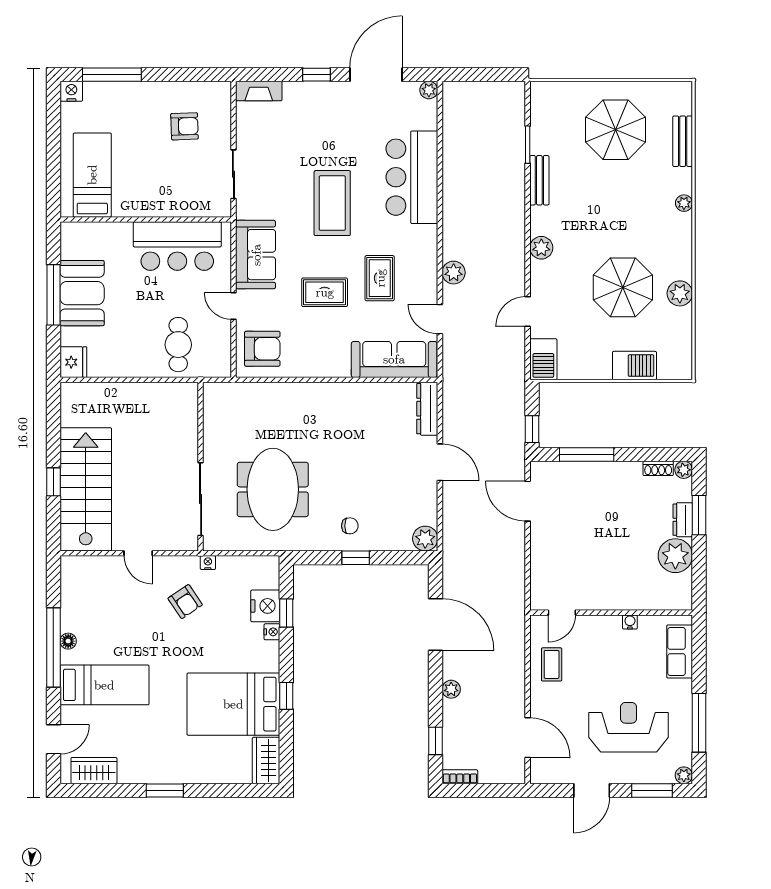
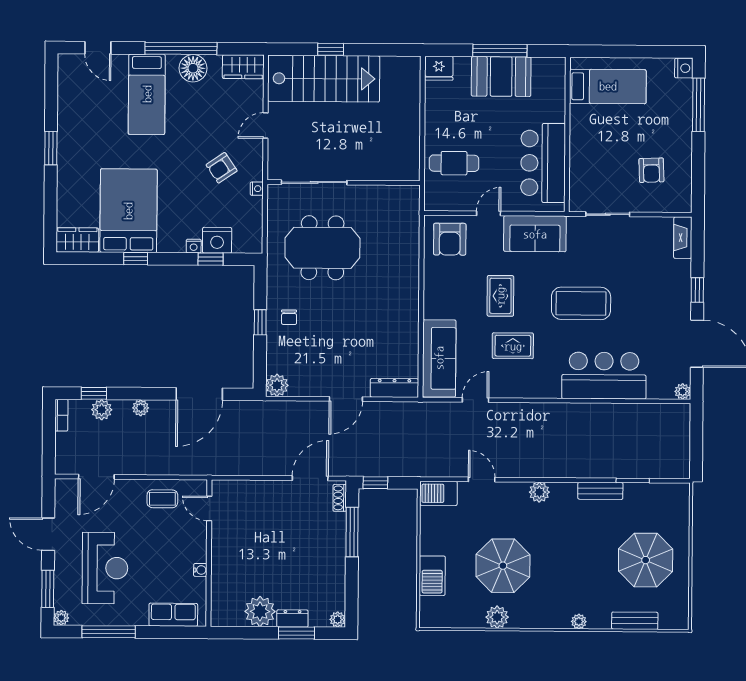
plant: (454, 273) -> (102, 410), moved
shoe rack: (658, 468) -> (340, 498), moved
floor lamp: (68, 641) -> (193, 68), width x1.89, depth x1.89
wardrobe: (94, 771) -> (243, 67), moved, turned 90

